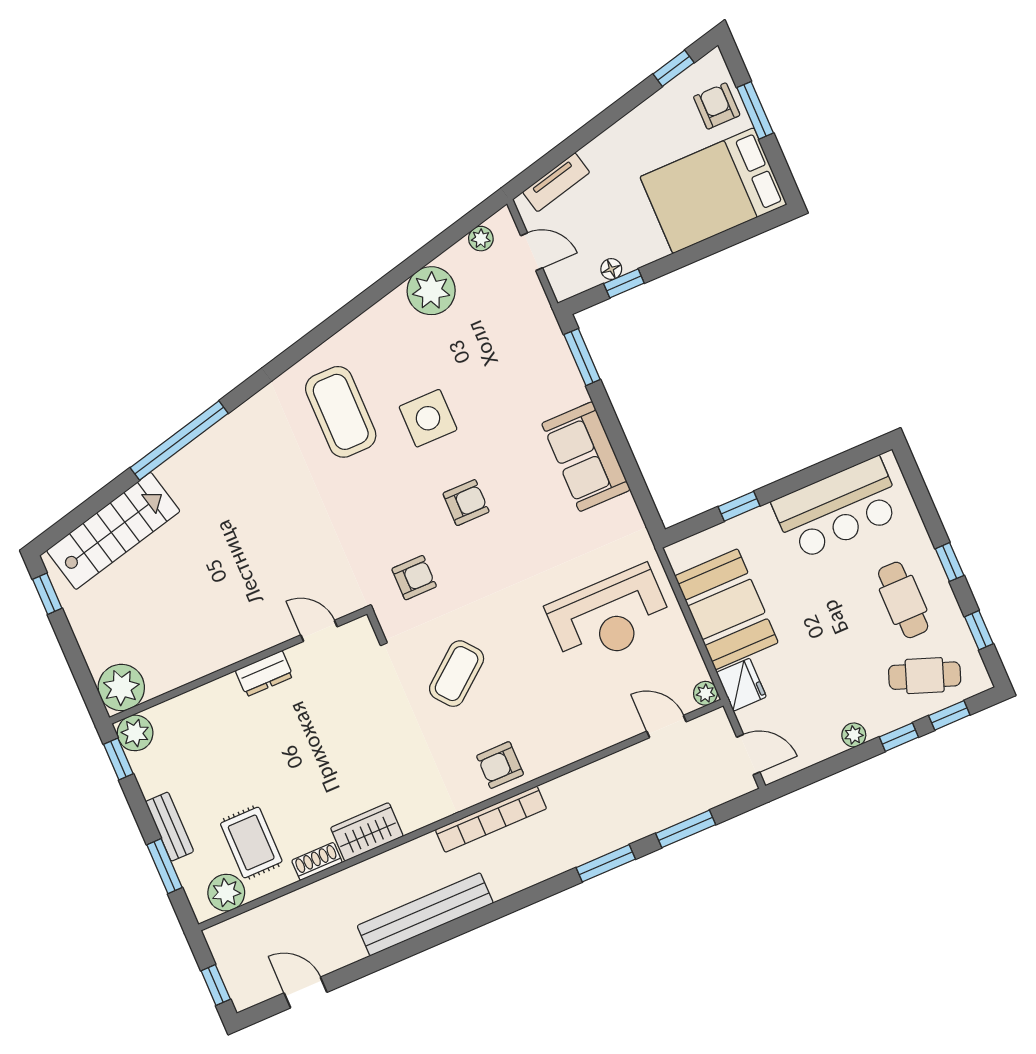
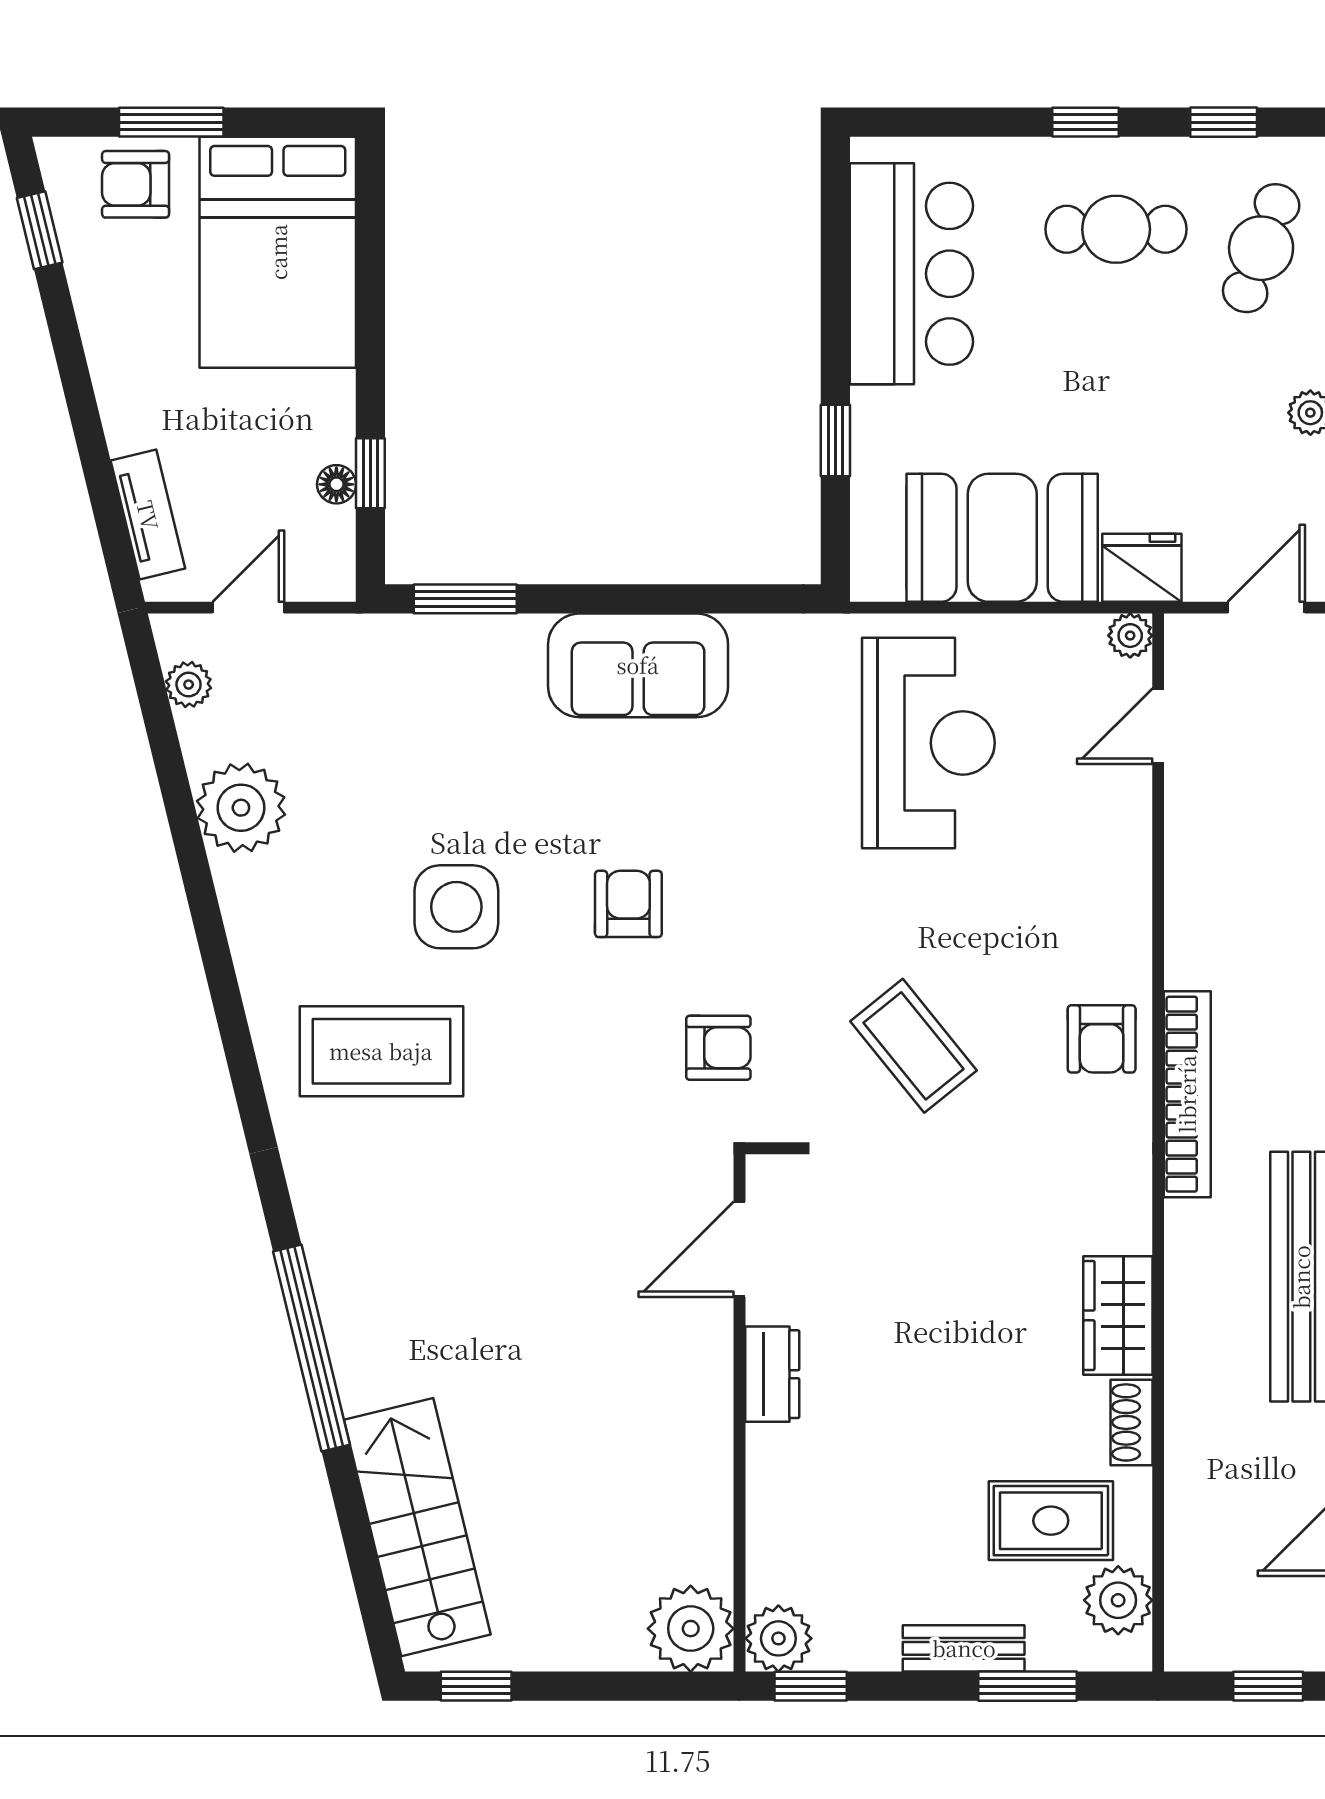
armchair: (414, 578) -> (718, 1048), turned 90
door: (319, 631) -> (739, 1249), width x1.38

